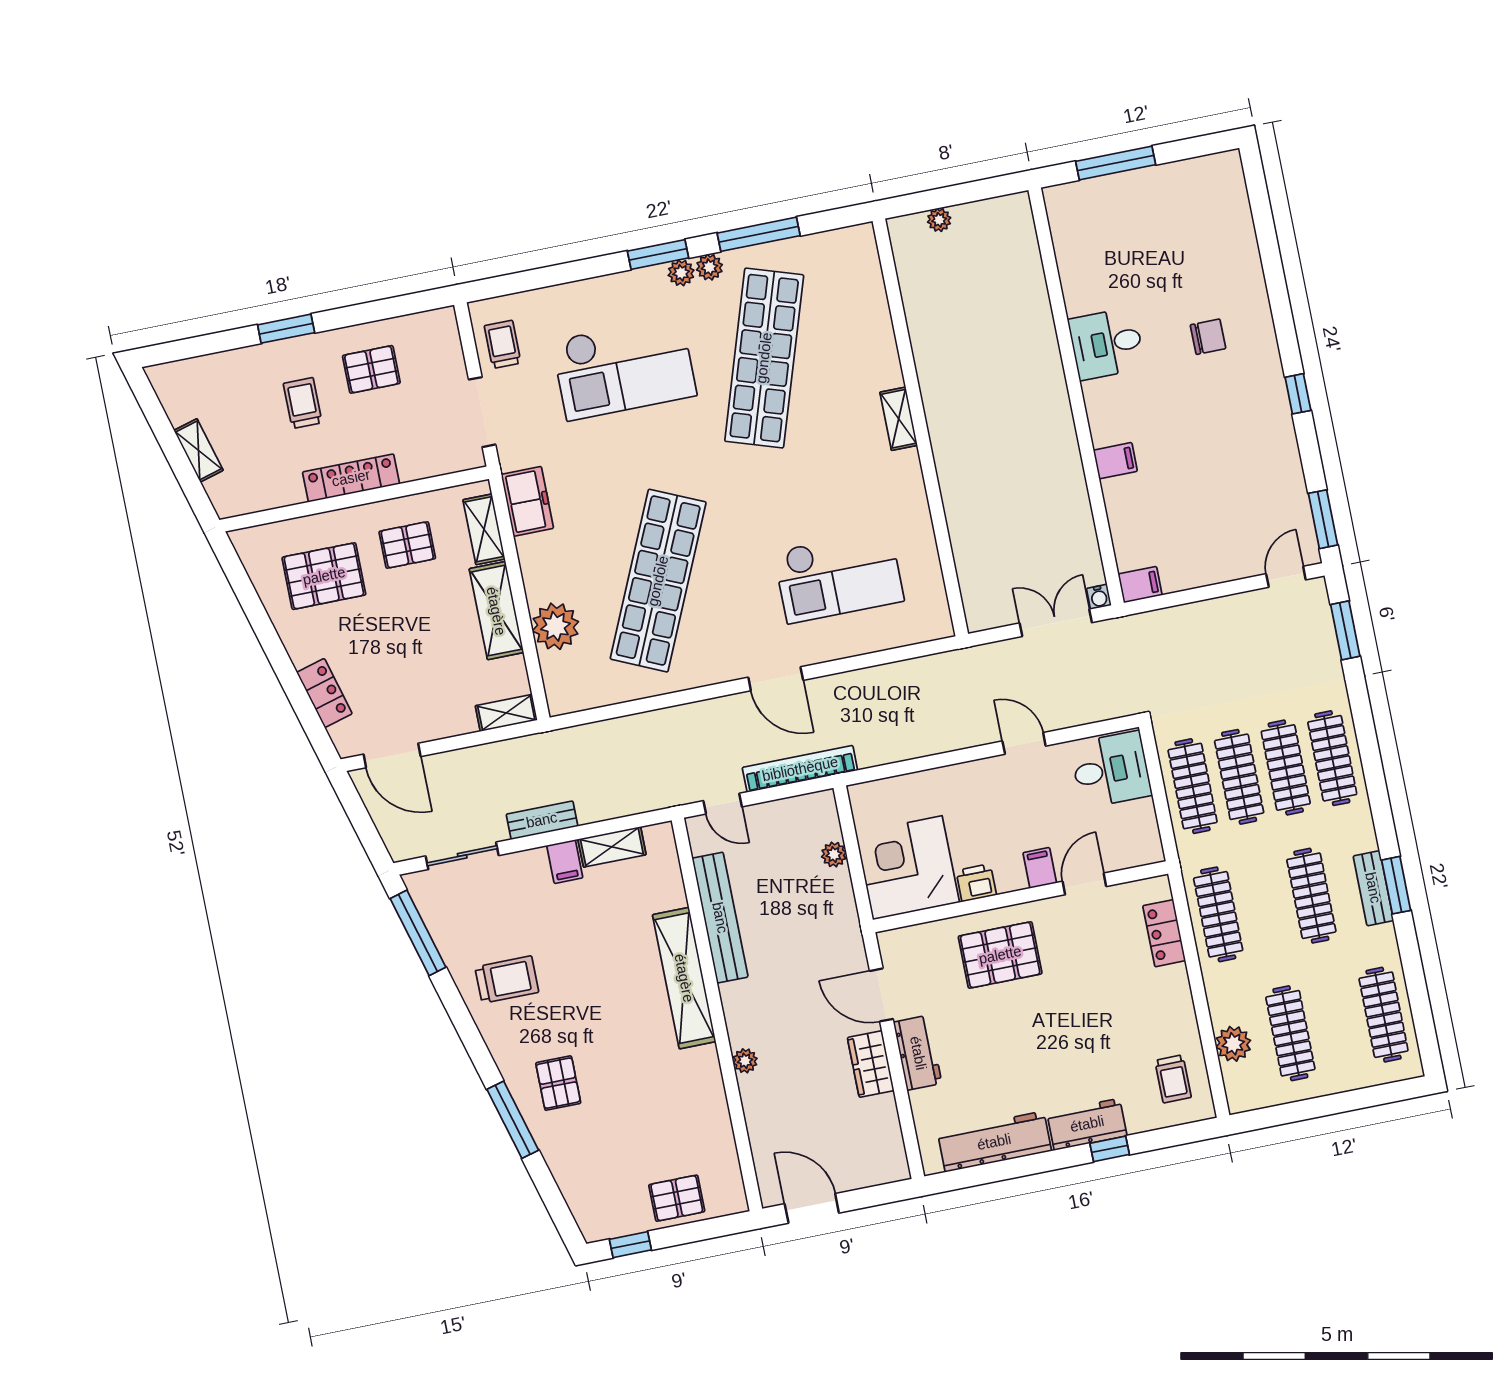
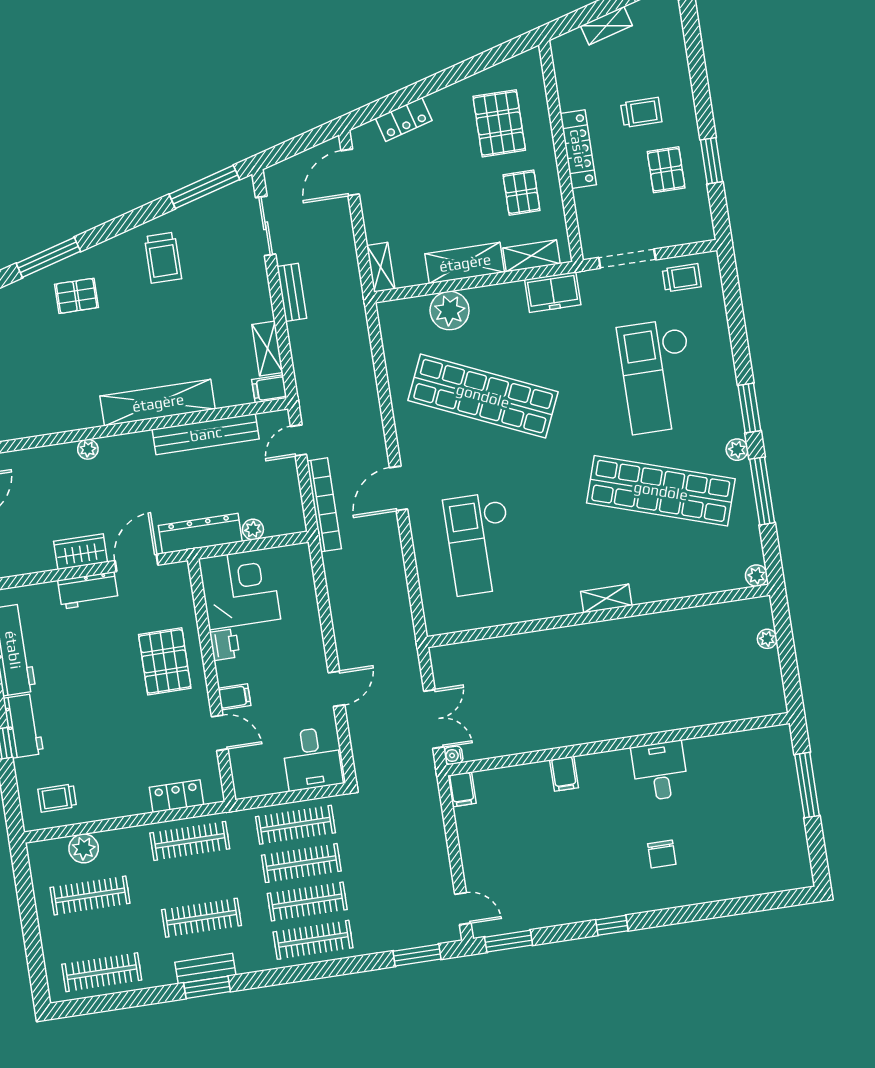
plant: (681, 273) -> (756, 576), moved
window: (286, 329) -> (712, 161), moved
filing cabinet: (565, 862) -> (269, 389), moved
dresser: (842, 919) -> (200, 533), added

